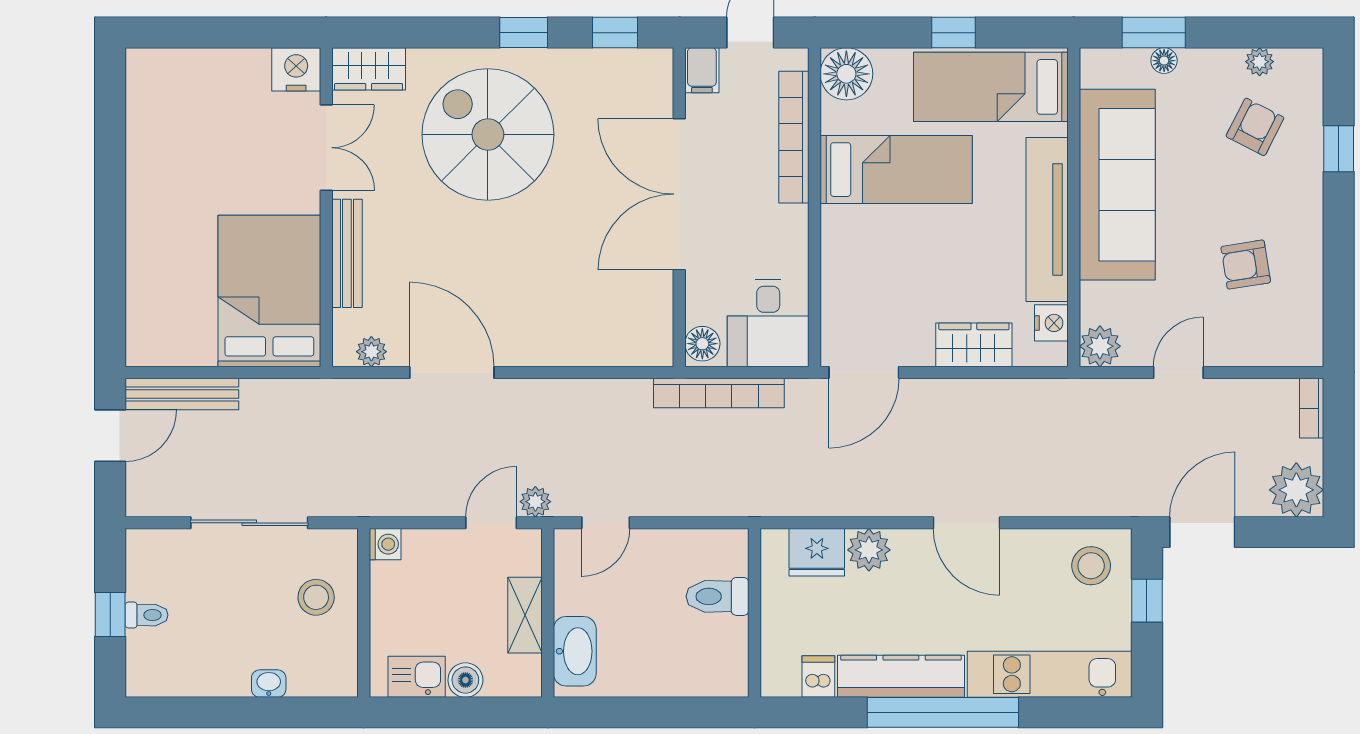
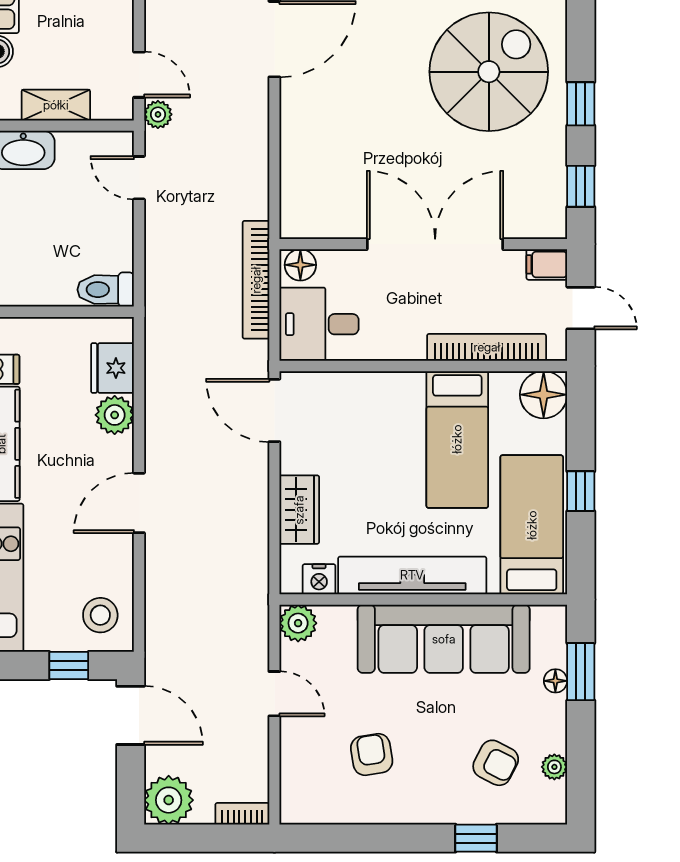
toilet: (717, 596) -> (106, 290), moved, turned -90

